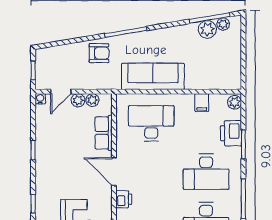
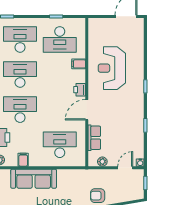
sofa: (153, 76) -> (34, 179), moved
plant: (78, 100) -> (113, 161), removed
desk: (151, 123) -> (60, 145), turned 180
door: (114, 172) -> (87, 110), swing flipped

